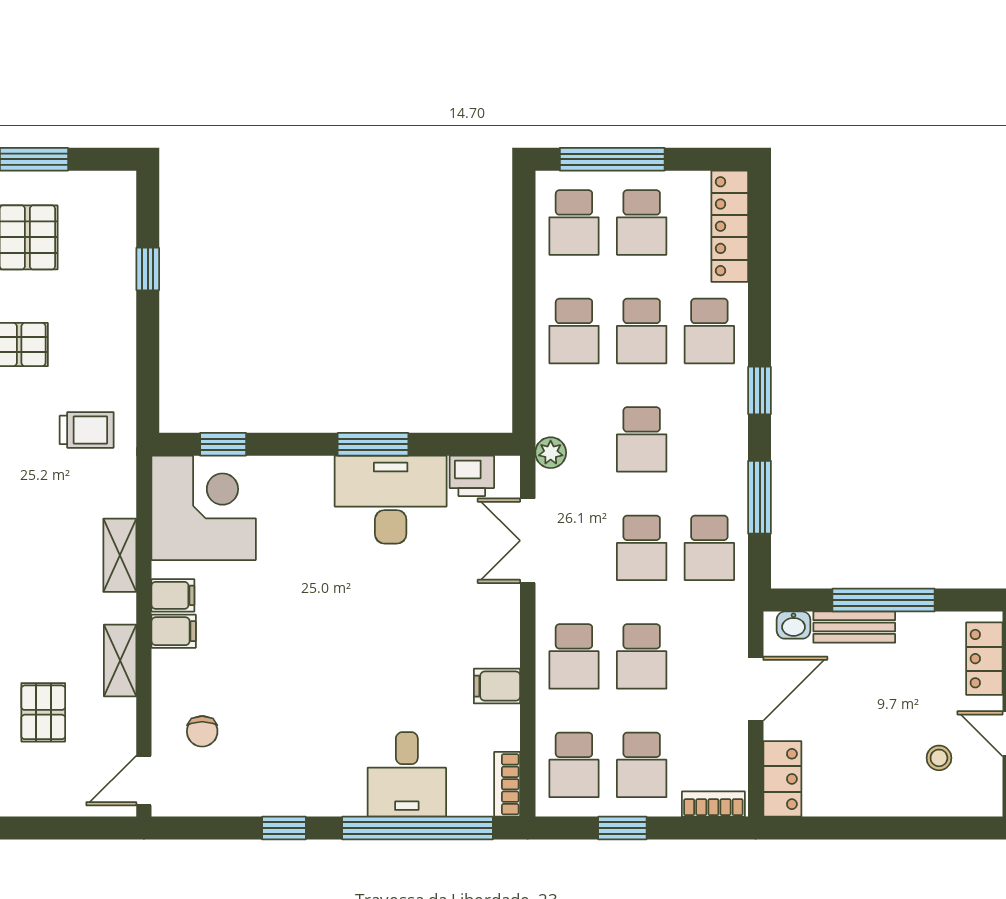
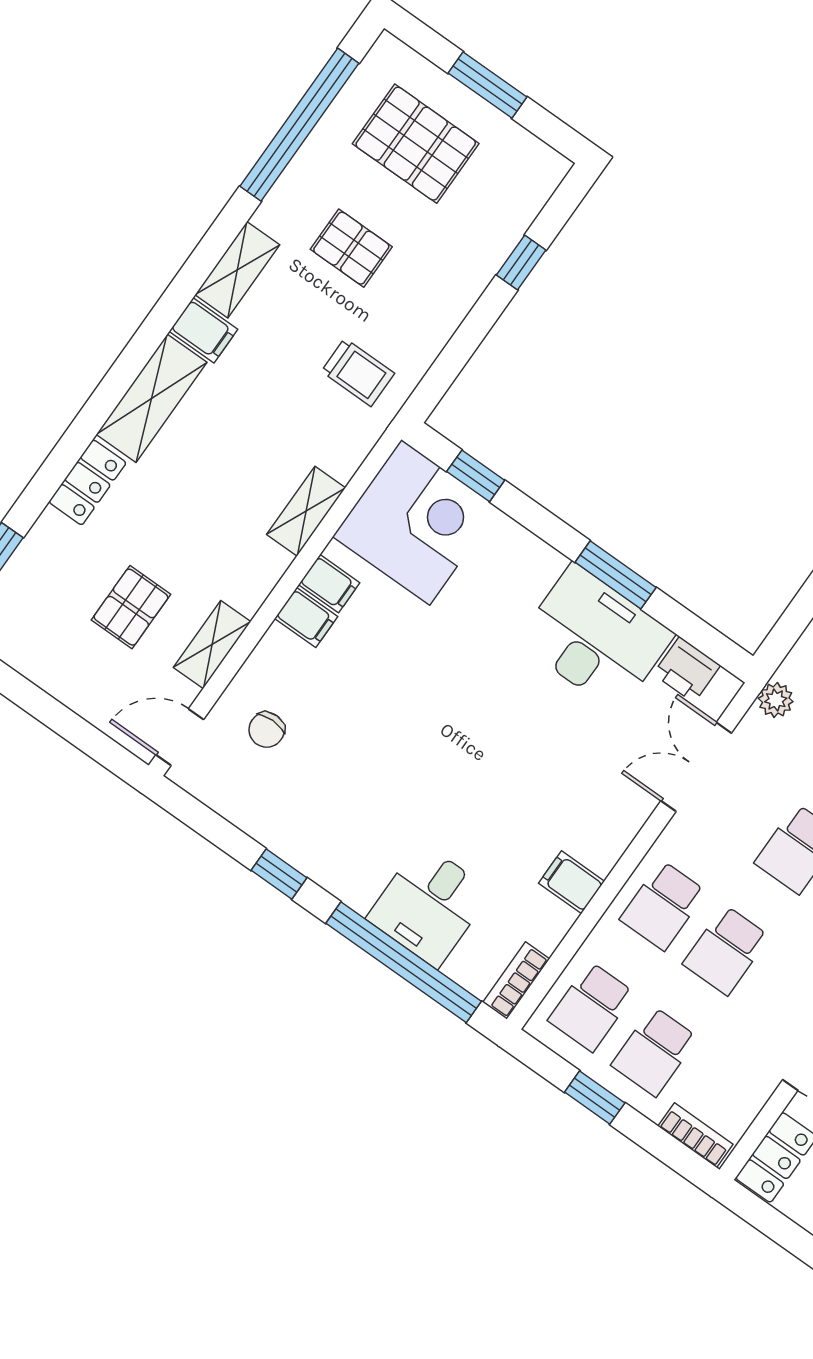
shelving: (120, 660) -> (212, 645), moved

